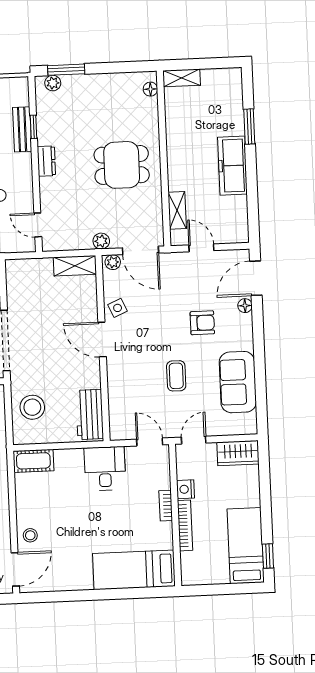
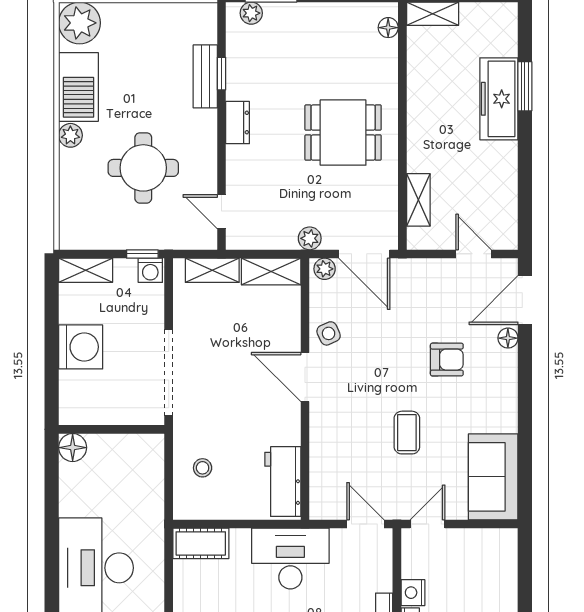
freezer: (232, 166) -> (499, 99), moved
door: (201, 248) -> (474, 254), moved
shelving: (33, 267) -> (212, 270), added
sofa: (238, 382) -> (493, 477), moved
stool: (32, 407) -> (203, 468), width x0.53, depth x0.53
wardrobe: (238, 453) -> (489, 545), removed
desk: (105, 469) -> (290, 559), width x1.37

